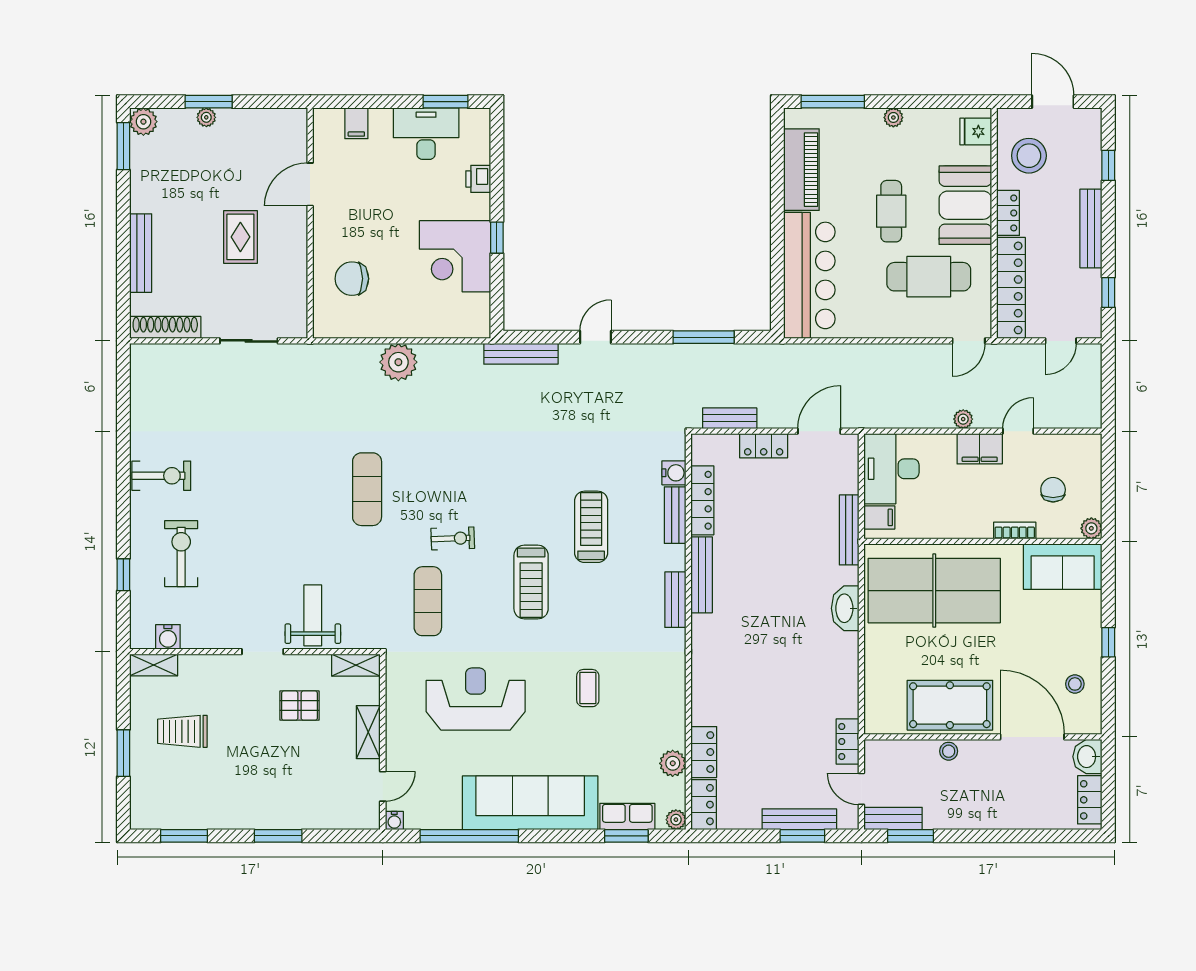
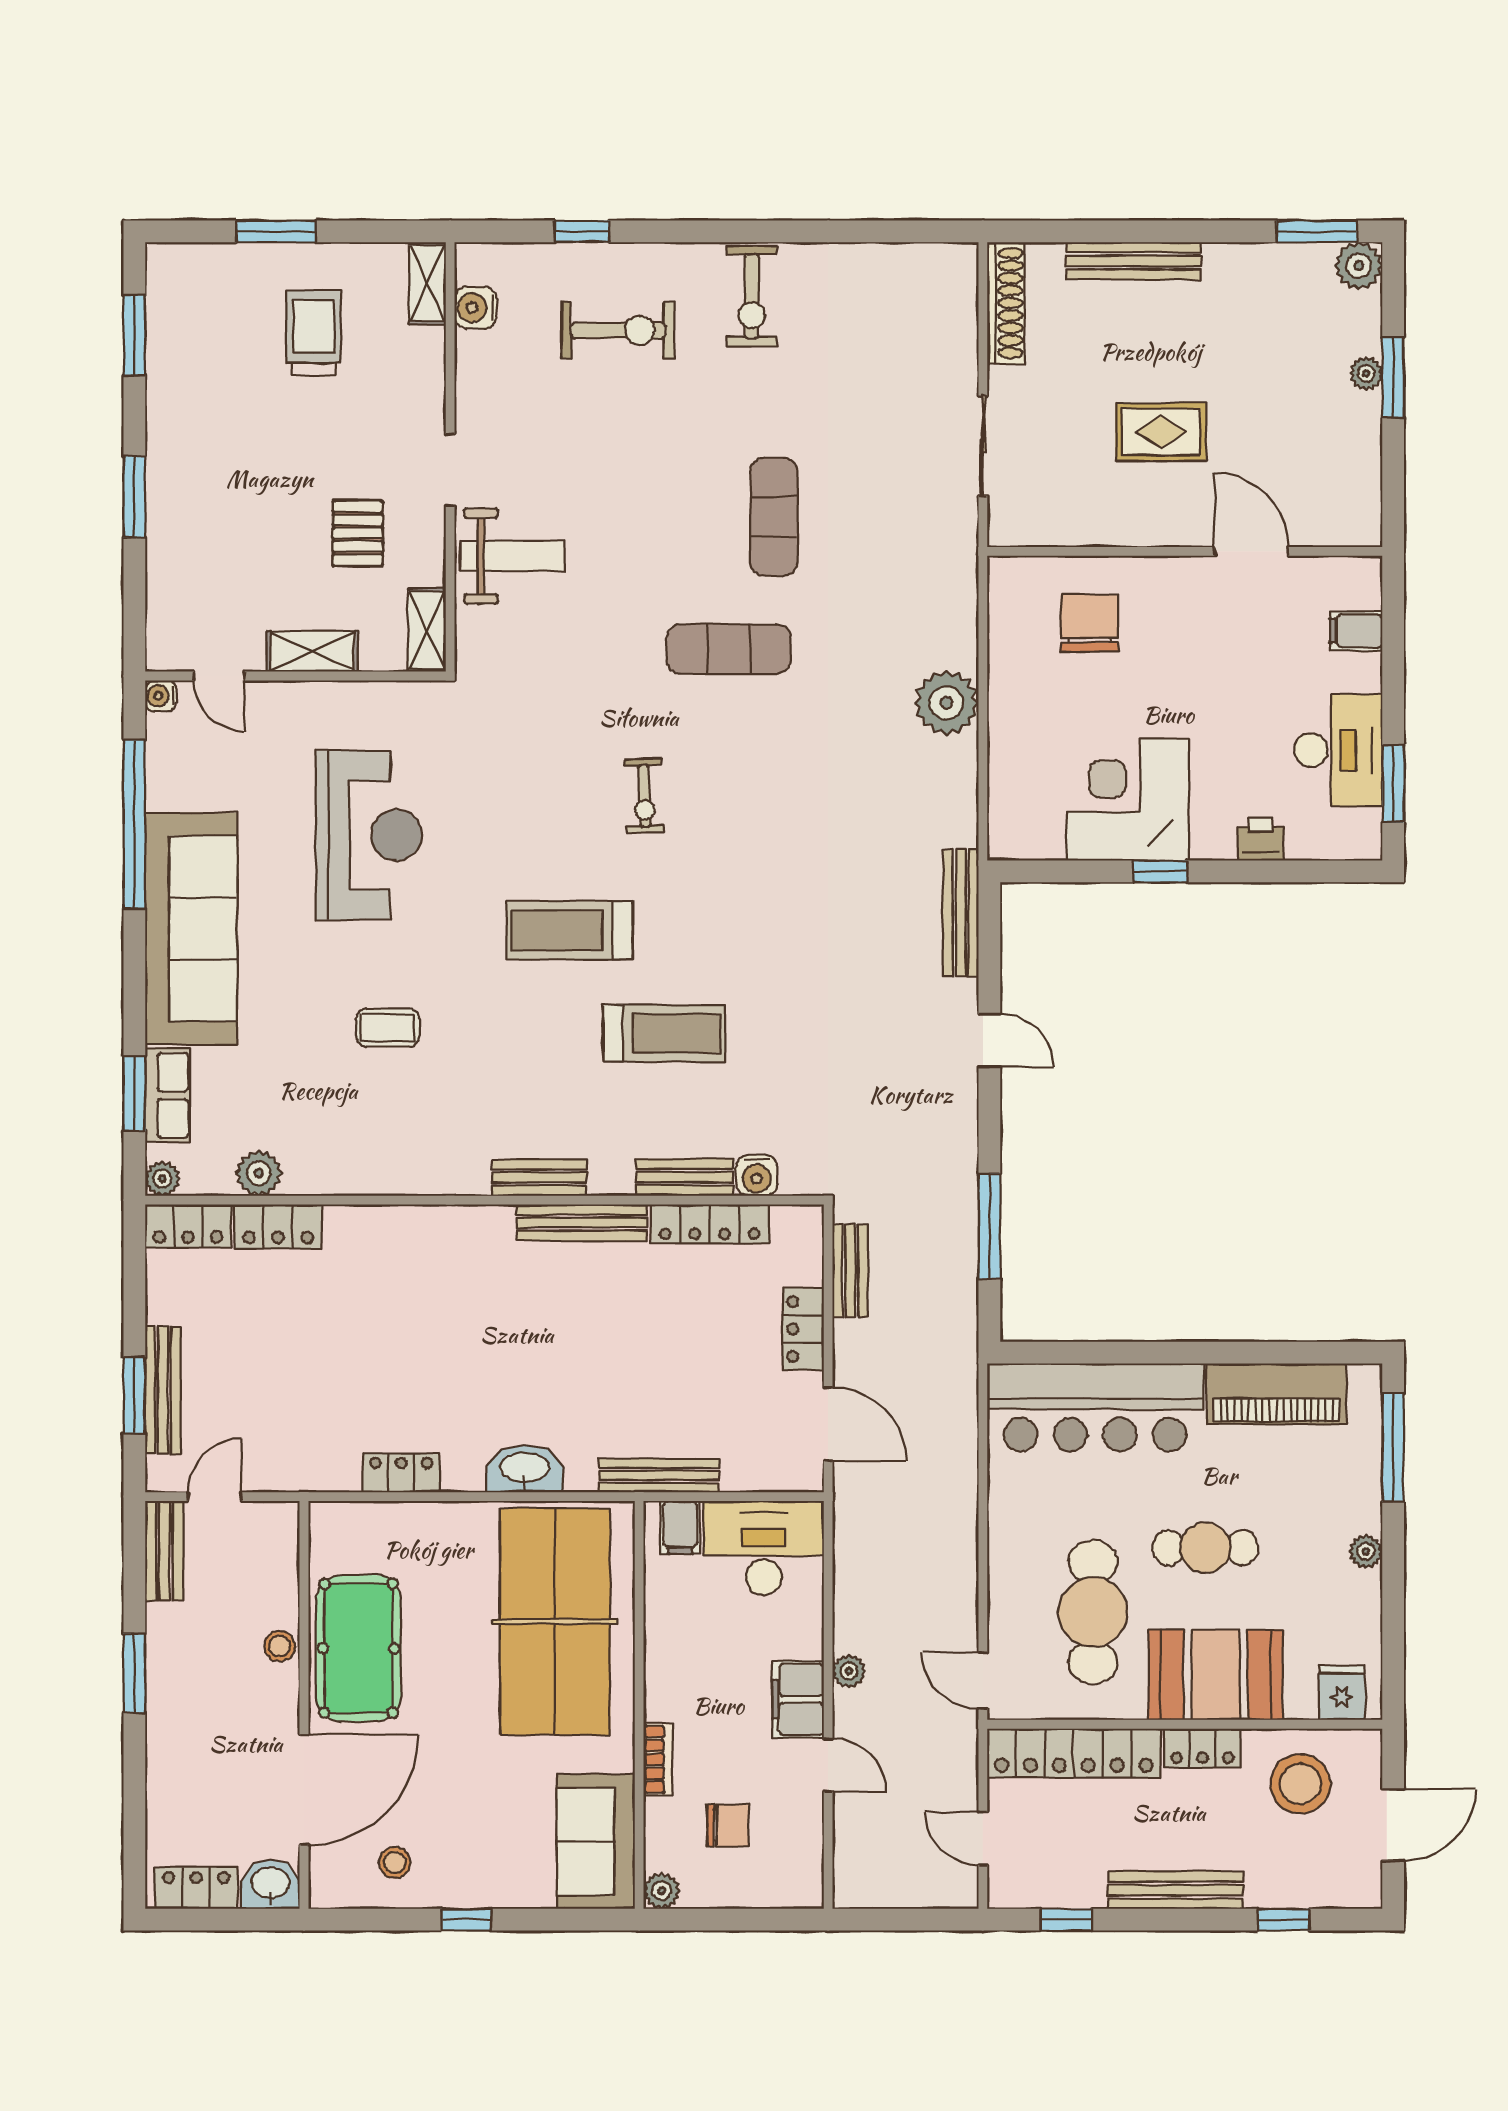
exercise mat: (428, 601) -> (774, 517), moved, turned 90
locker: (847, 742) -> (401, 1473), moved
window: (910, 836) -> (134, 1673), moved

